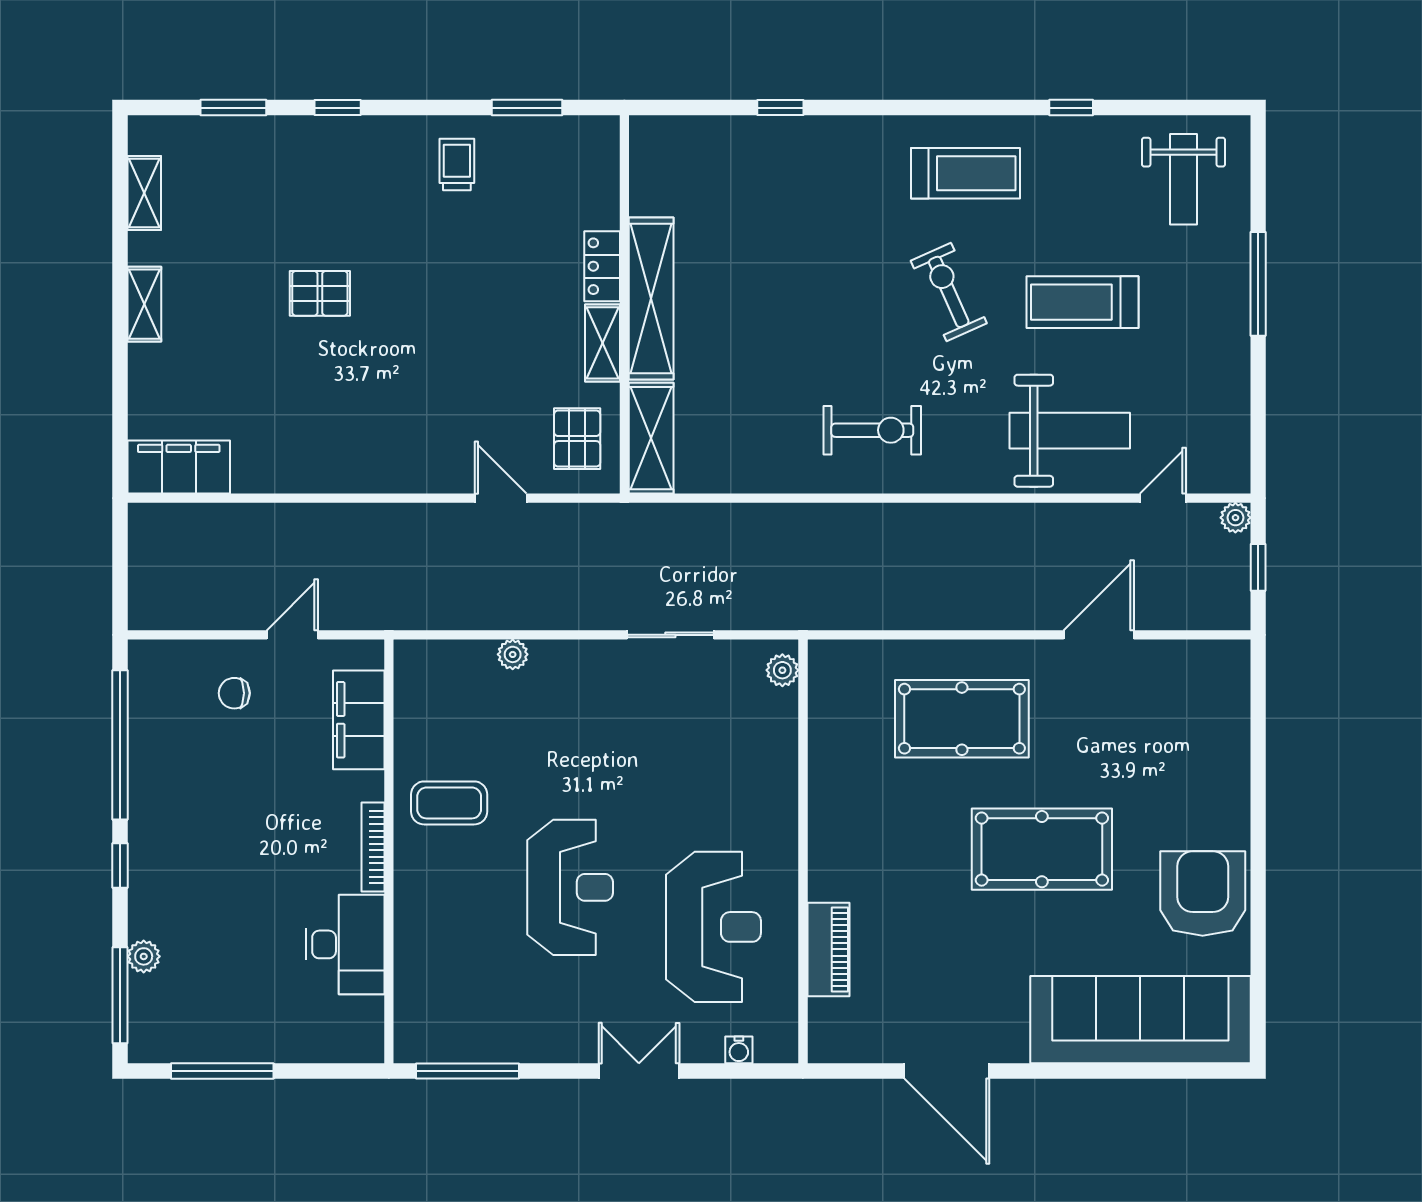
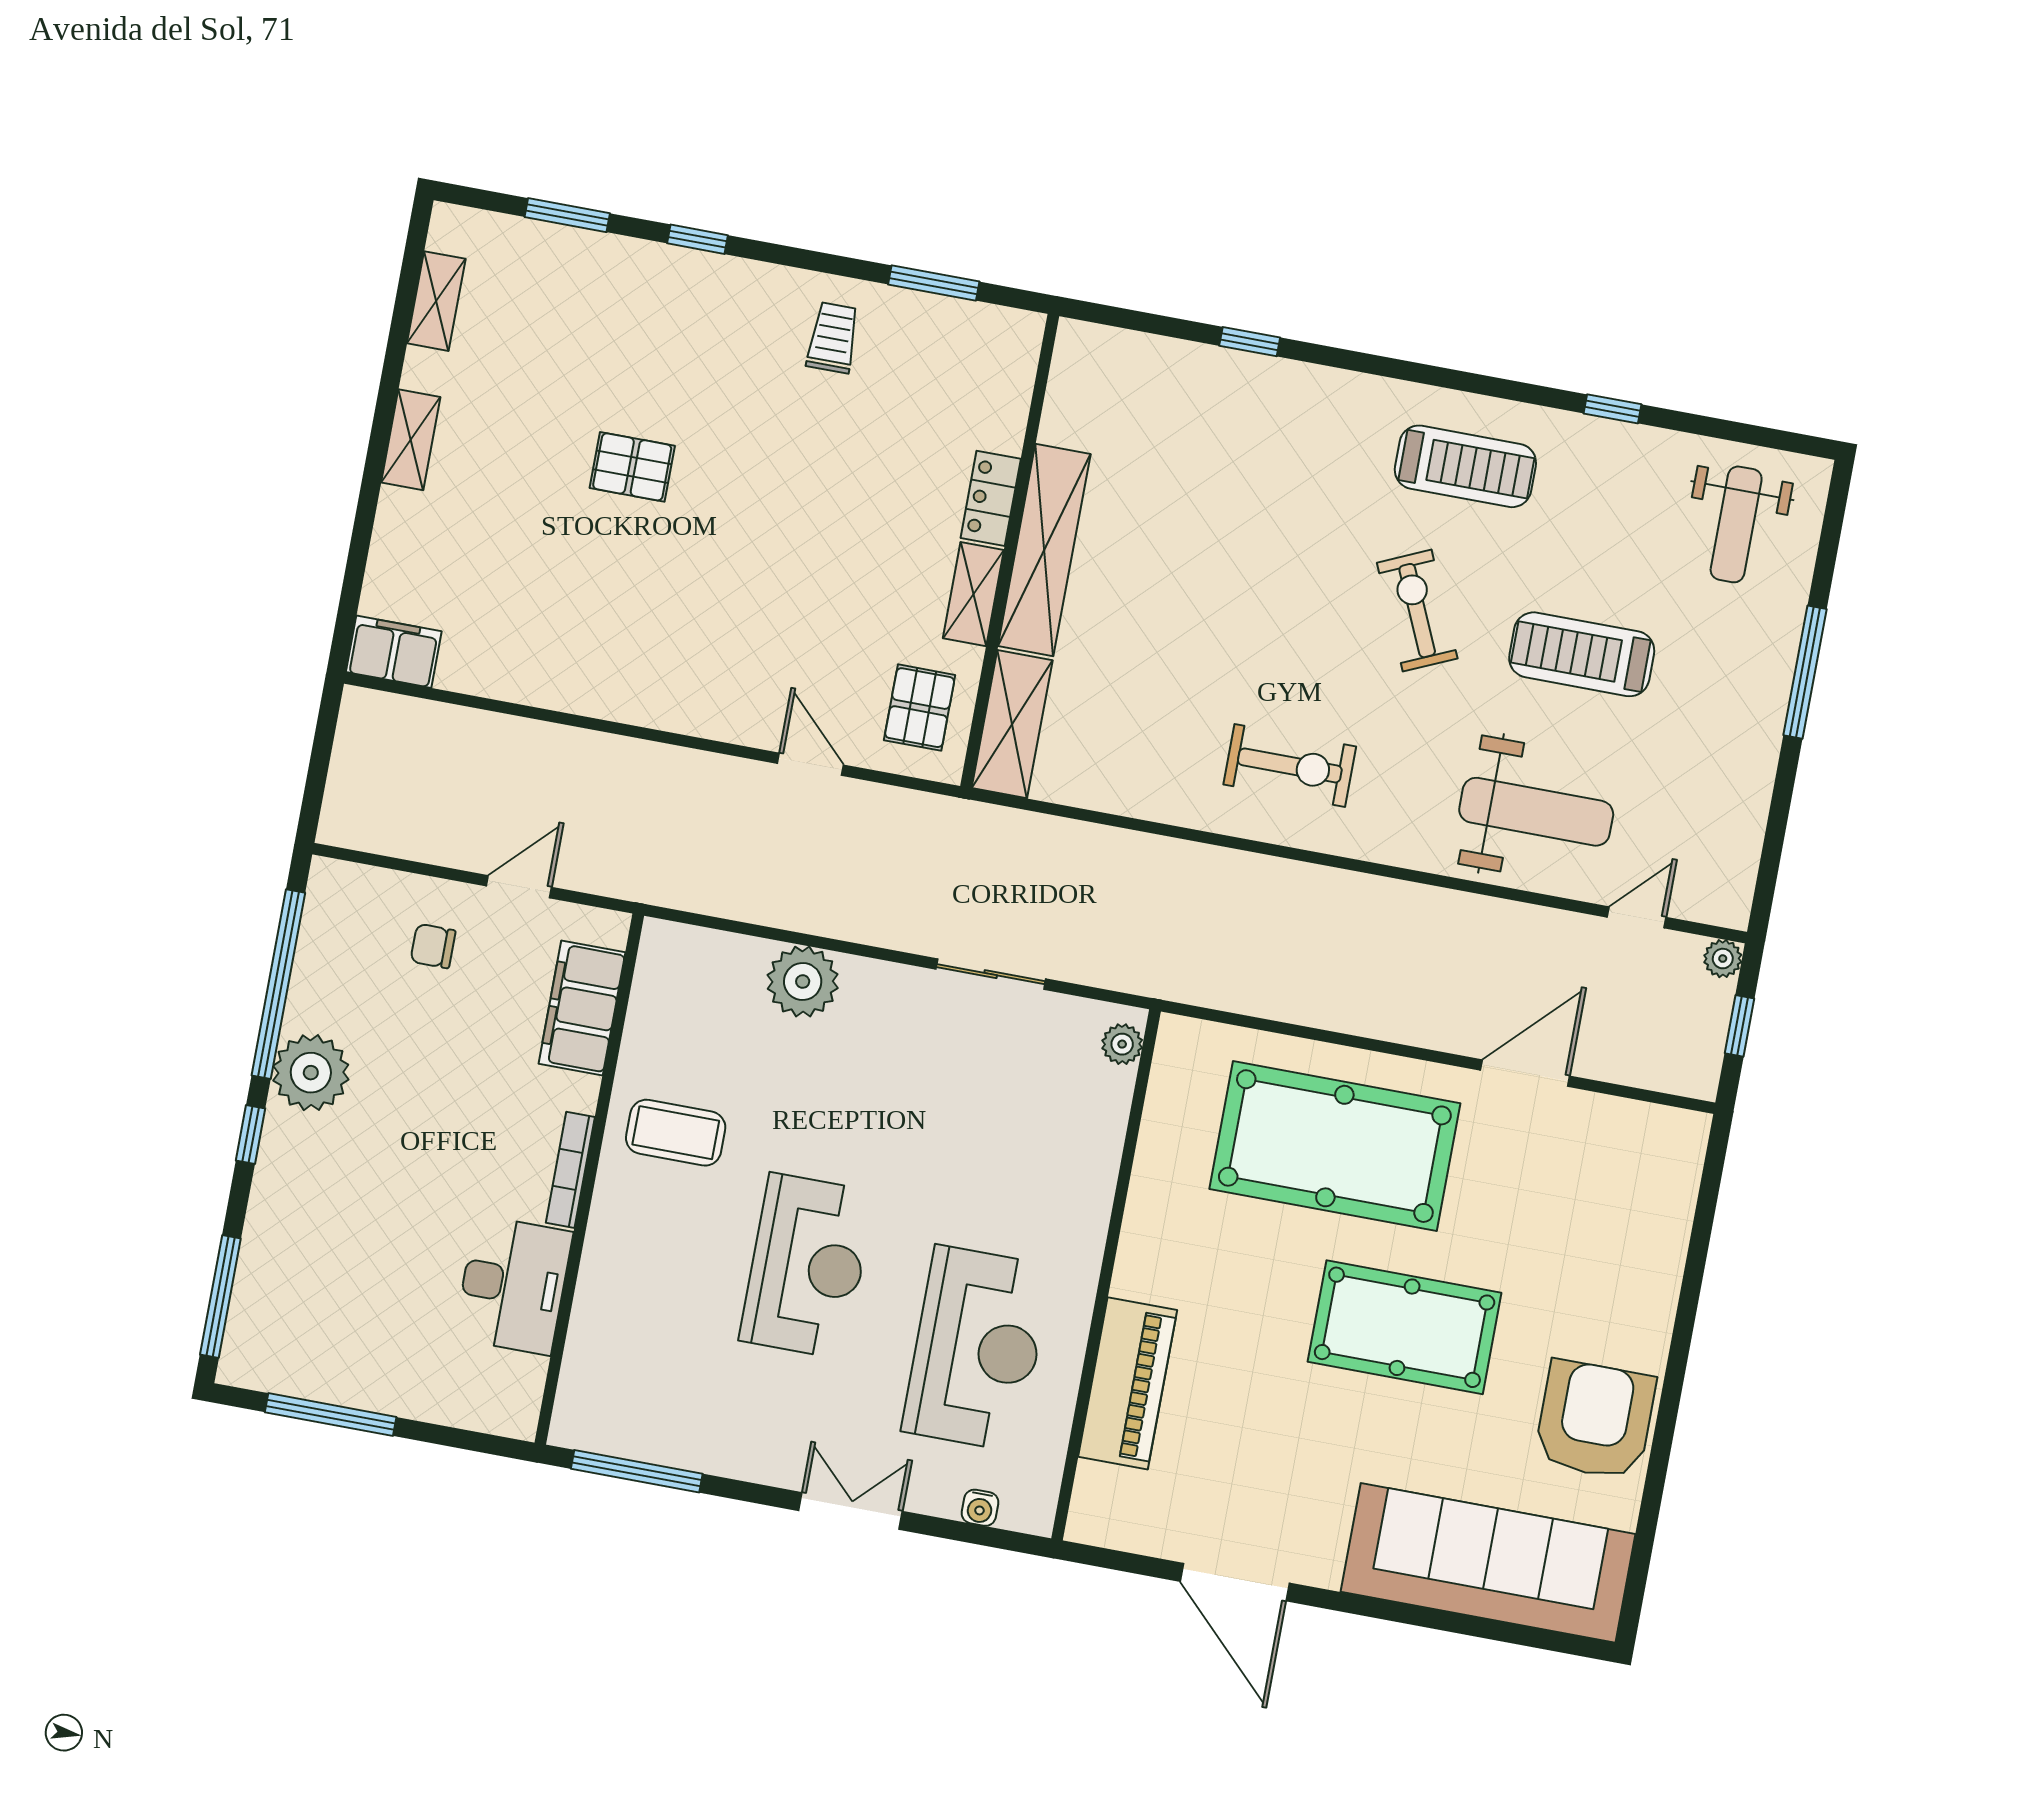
filing cabinet: (179, 467) -> (394, 652), width x0.67, depth x0.86
plant: (513, 654) -> (803, 982), width x1.87, depth x1.87
pool table: (962, 719) -> (1335, 1146), width x1.36, depth x1.32
piano: (829, 949) -> (1128, 1383), width x1.37, depth x1.33
plant: (144, 956) -> (311, 1073), moved, width x1.87, depth x1.87

